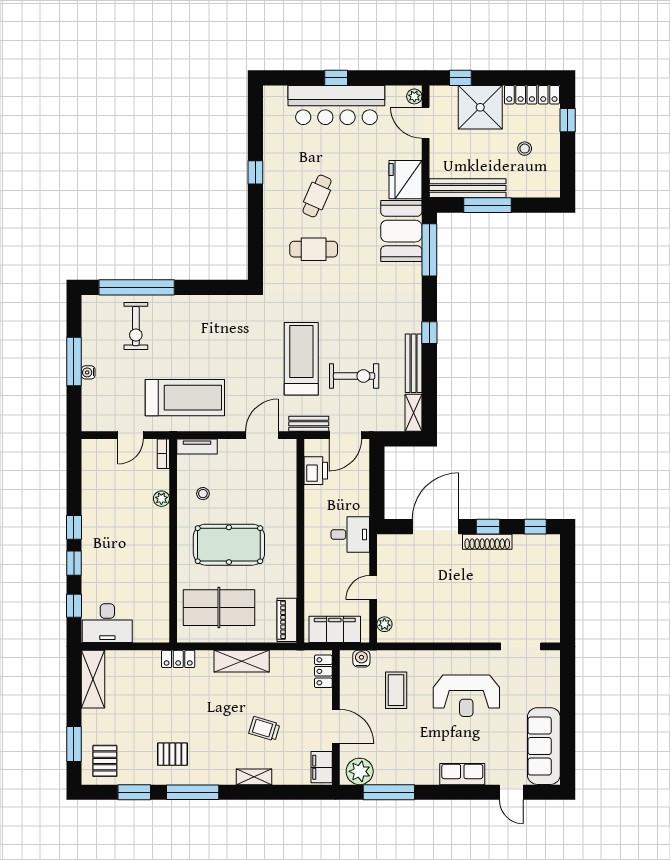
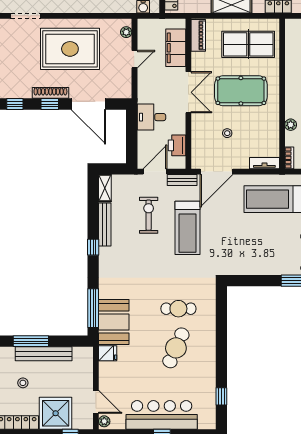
window: (255, 172) -> (221, 396), moved
fridge: (405, 180) -> (108, 353), width x0.53, depth x0.75
bench: (468, 188) -> (44, 354), moved
cafe table: (317, 196) -> (176, 348), width x1.37, depth x1.35
window: (487, 205) -> (31, 341), moved
exercise bike: (354, 376) -> (149, 215), turned 90
door: (262, 435) -> (217, 172), width x1.36
stool: (203, 494) -> (227, 133), moved
door: (436, 527) -> (88, 104), hinge flipped
desk: (350, 534) -> (151, 117), moved
double door: (300, 543) -> (188, 92), added
rug: (461, 601) -> (70, 49), added
filing cabinet: (335, 629) -> (176, 48), moved, turned 90

